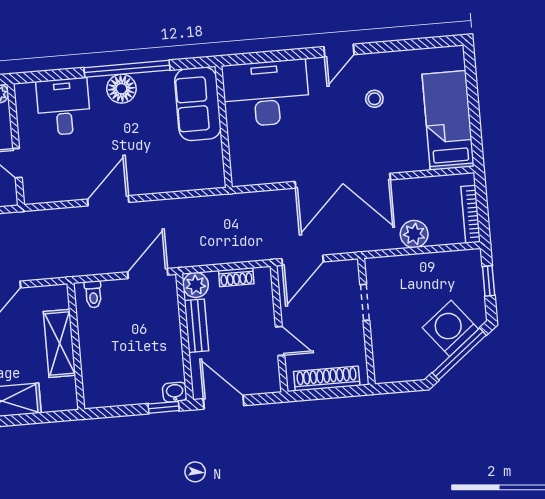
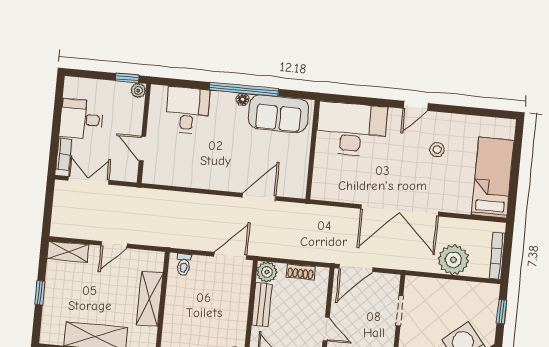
floor lamp: (121, 89) -> (243, 99), width x0.53, depth x0.53
sofa: (198, 104) -> (279, 114), moved, turned -90
door: (108, 201) -> (259, 197), moved
plant: (414, 234) -> (453, 260), width x1.36, depth x1.36

